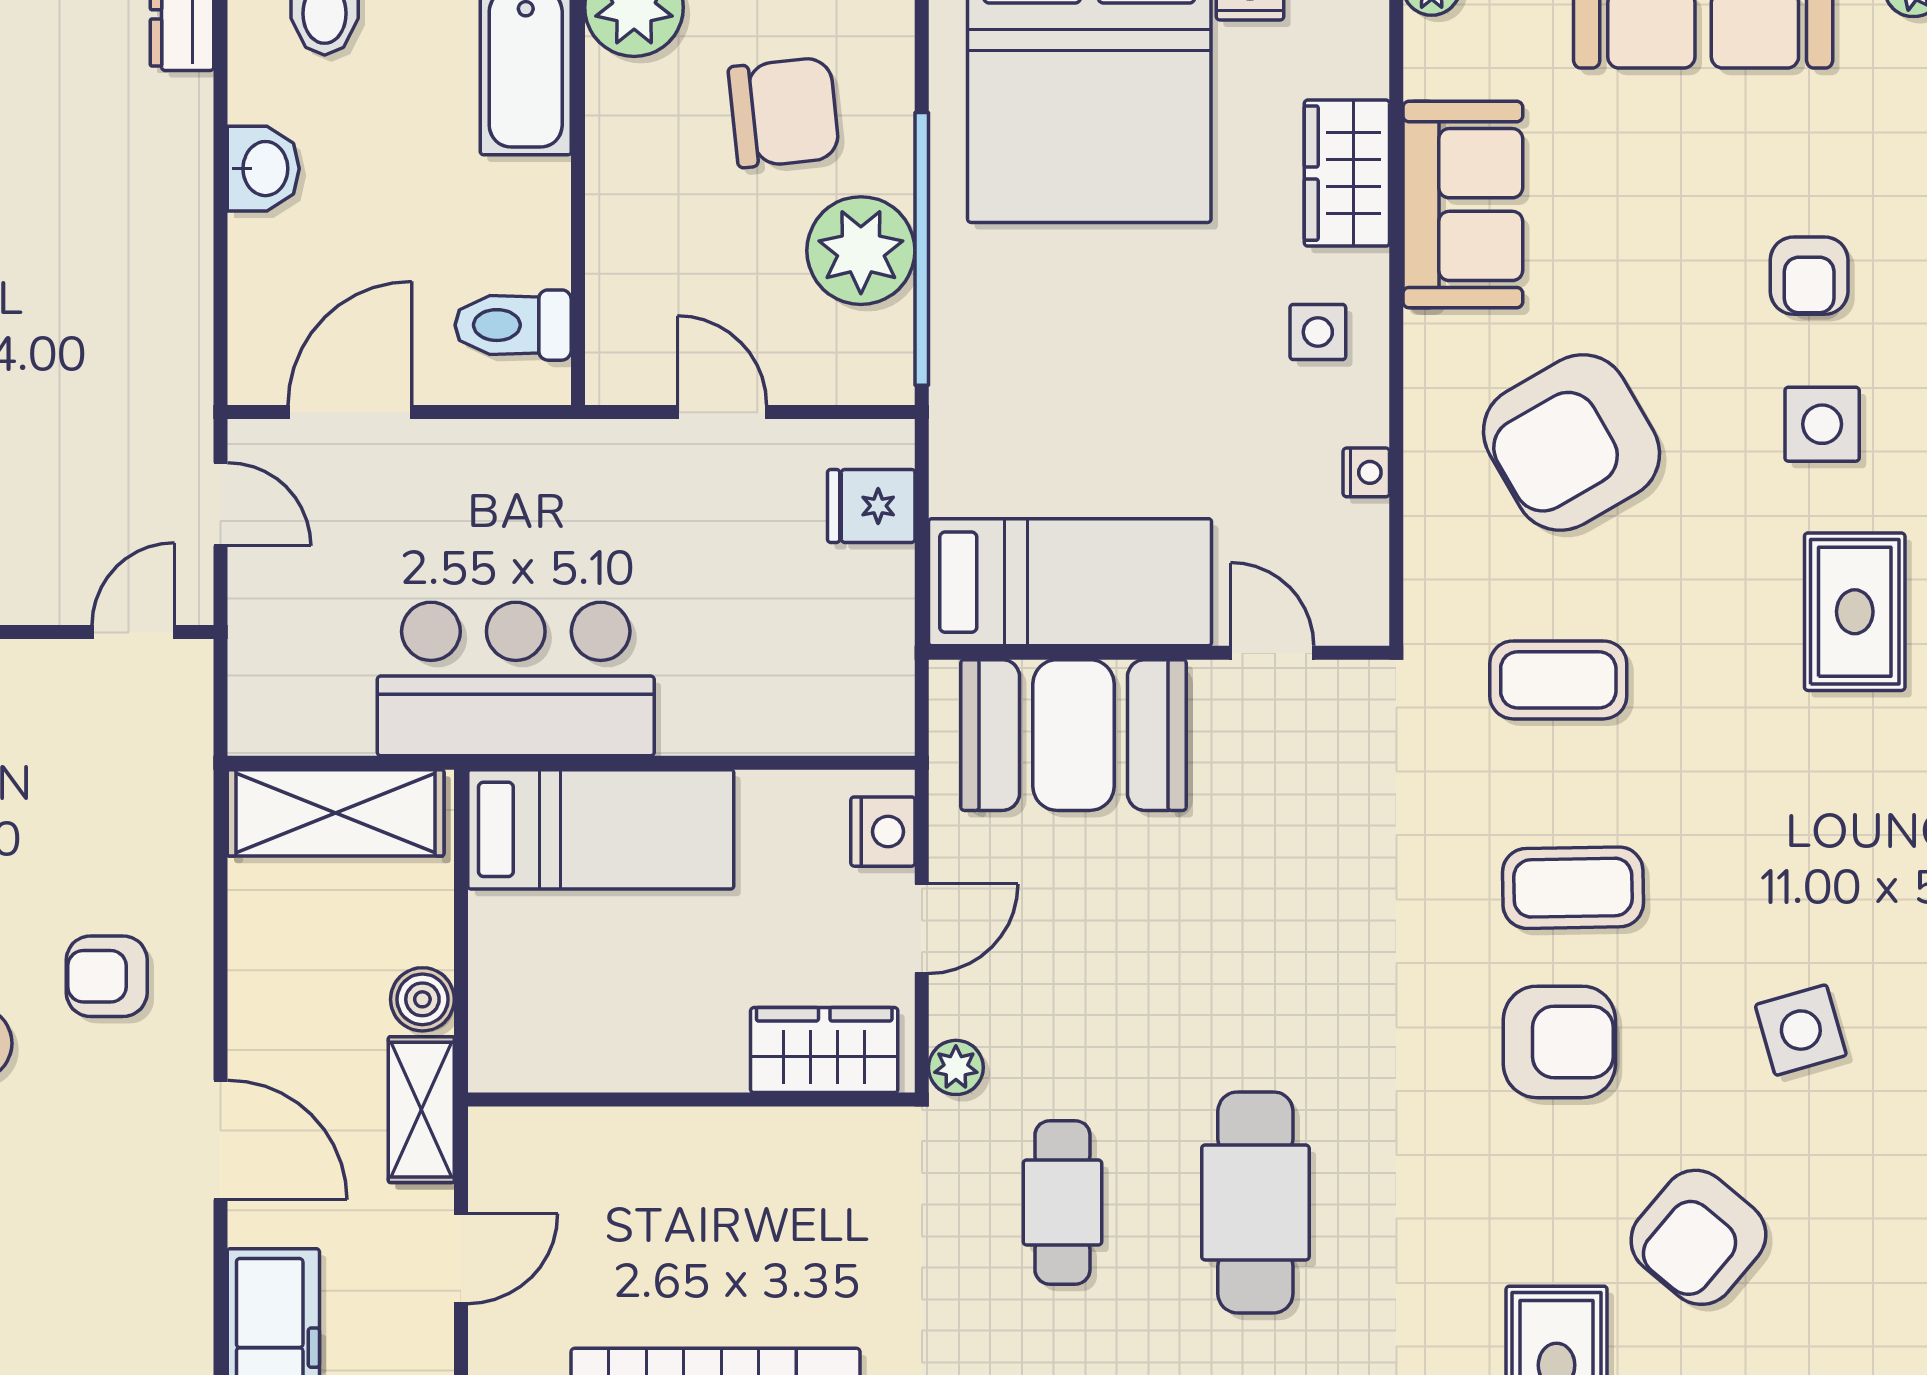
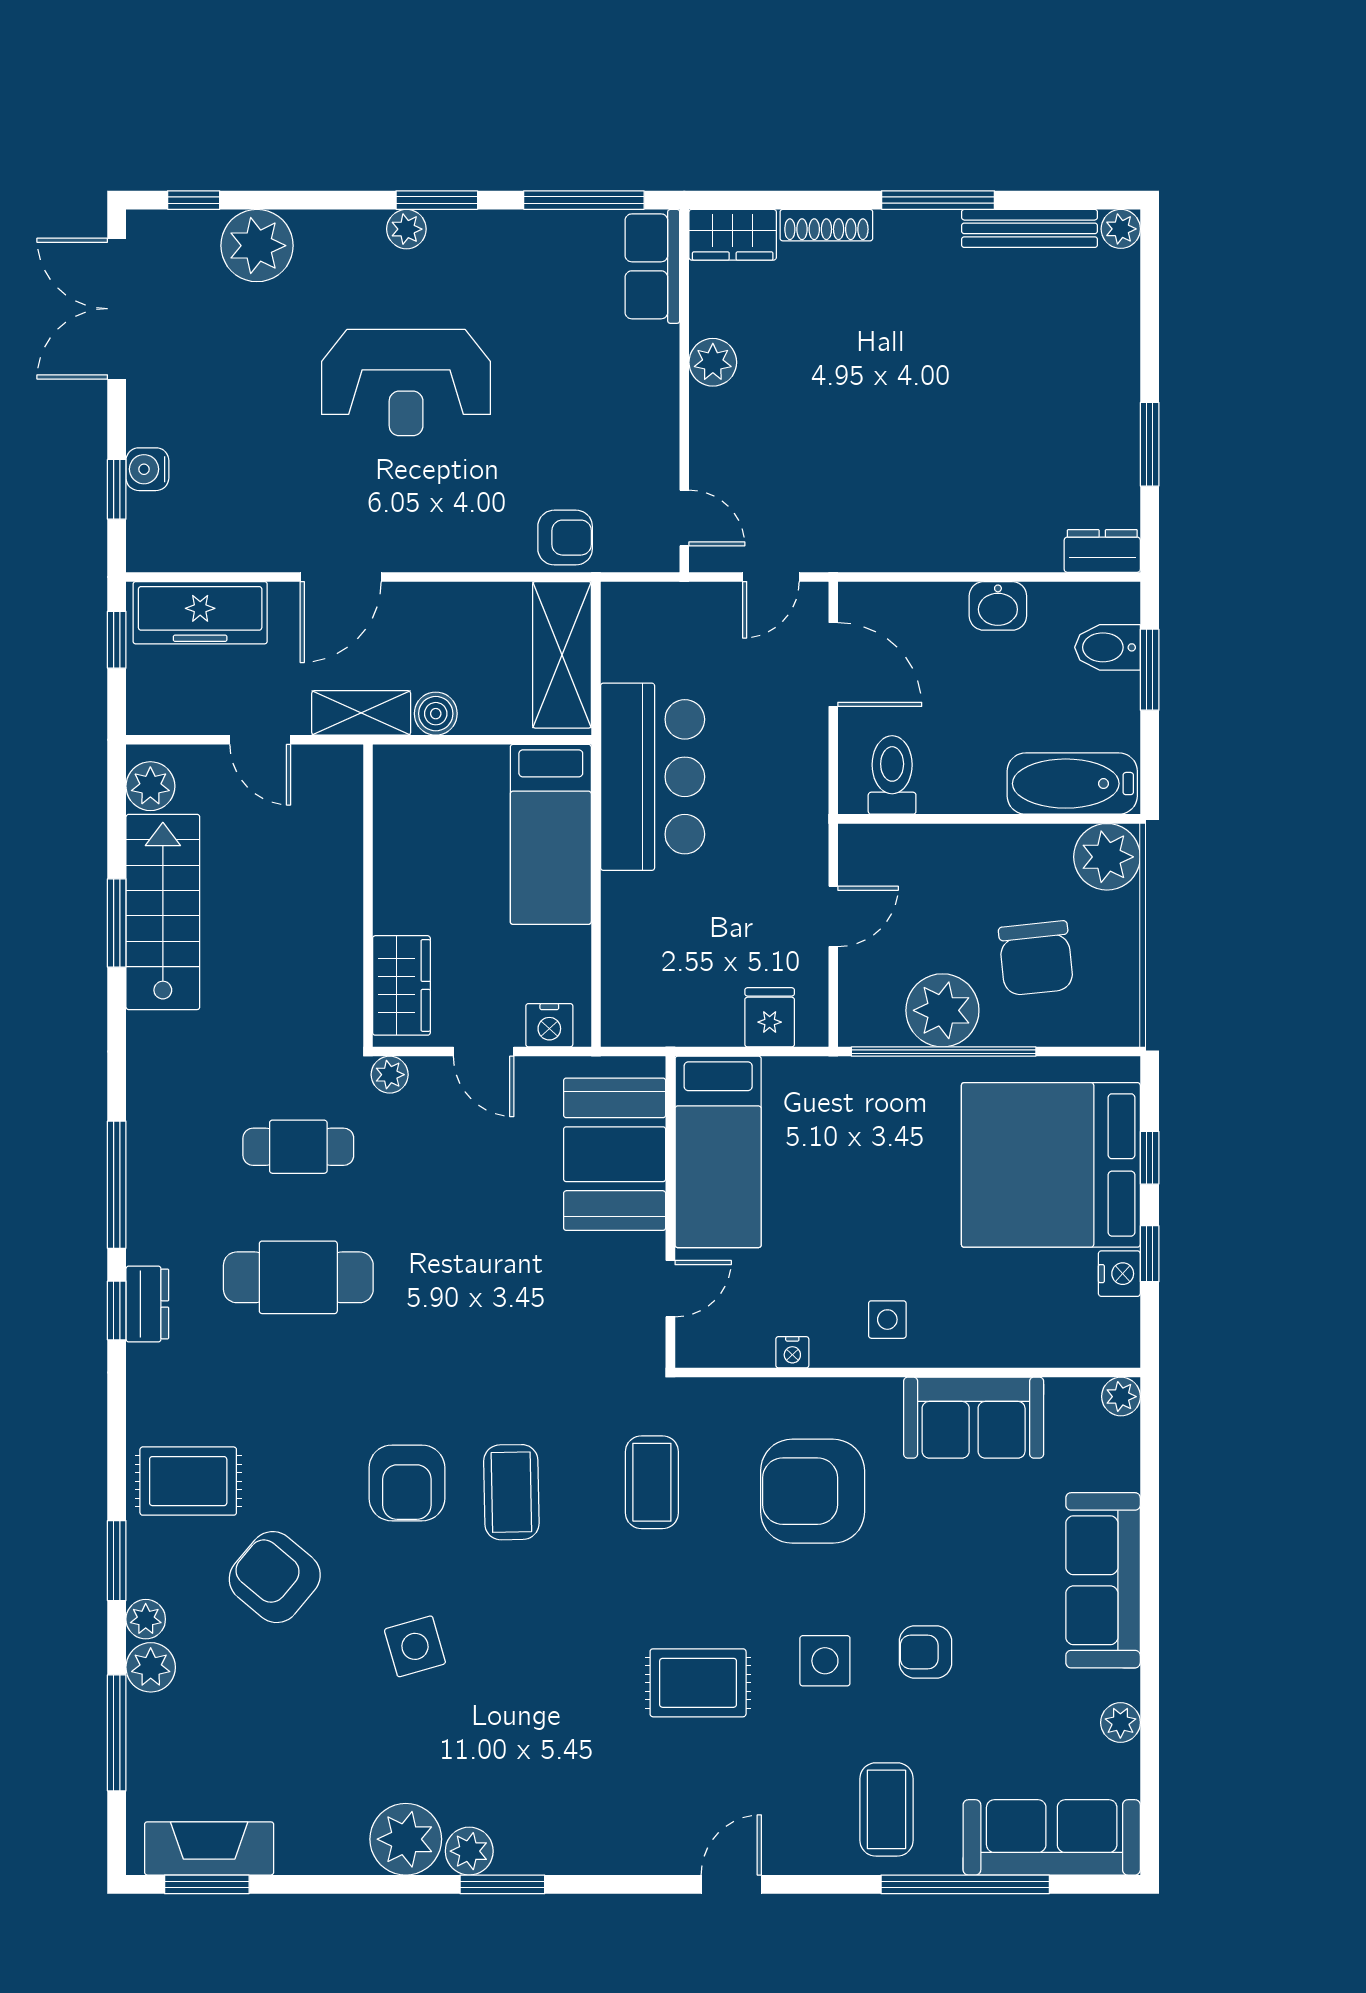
wardrobe: (1347, 173) -> (995, 1339), removed
armchair: (1571, 442) -> (813, 1491), turned -60
armchair: (107, 976) -> (565, 538), moved, turned 90

